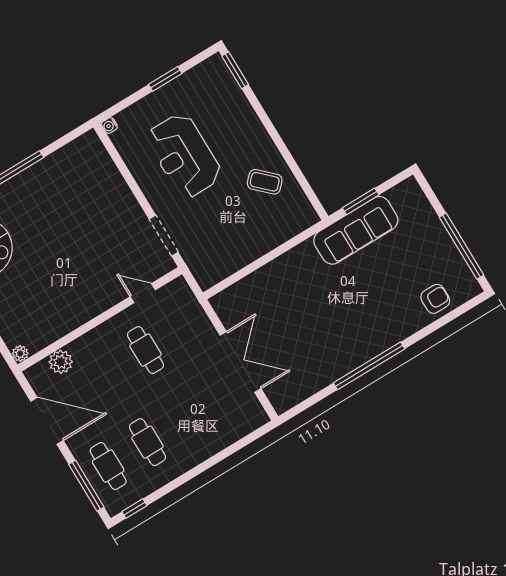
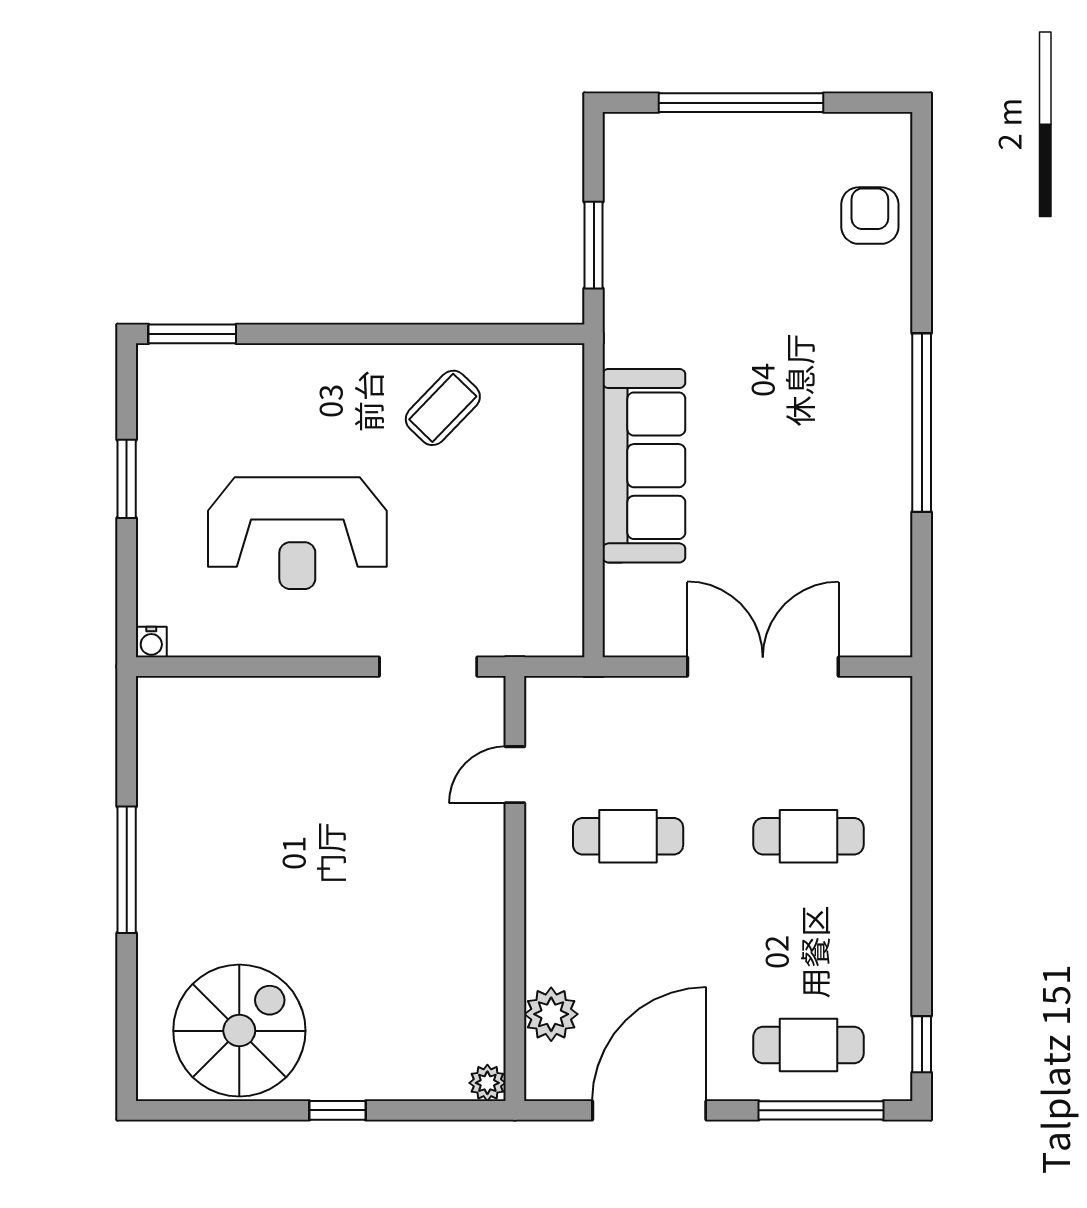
sofa: (356, 230) -> (644, 466), moved
window: (462, 246) -> (741, 103), moved
cafe table: (148, 442) -> (808, 836), moved

